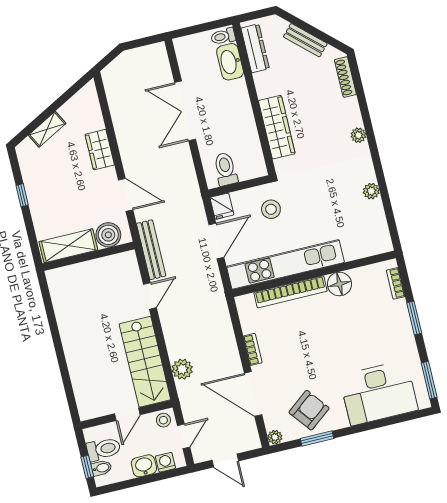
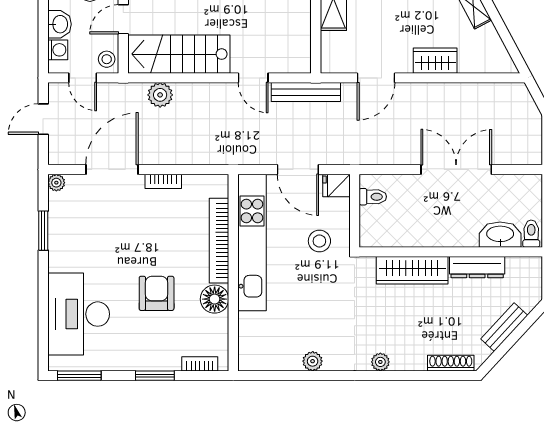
dresser: (255, 48) -> (477, 267), moved
toilet: (226, 169) -> (373, 197), width x0.73, depth x0.72
boiler: (108, 235) -> (335, 47), removed
armchair: (309, 410) -> (157, 293), moved, turned -142
door: (127, 414) -> (123, 19), hinge flipped

